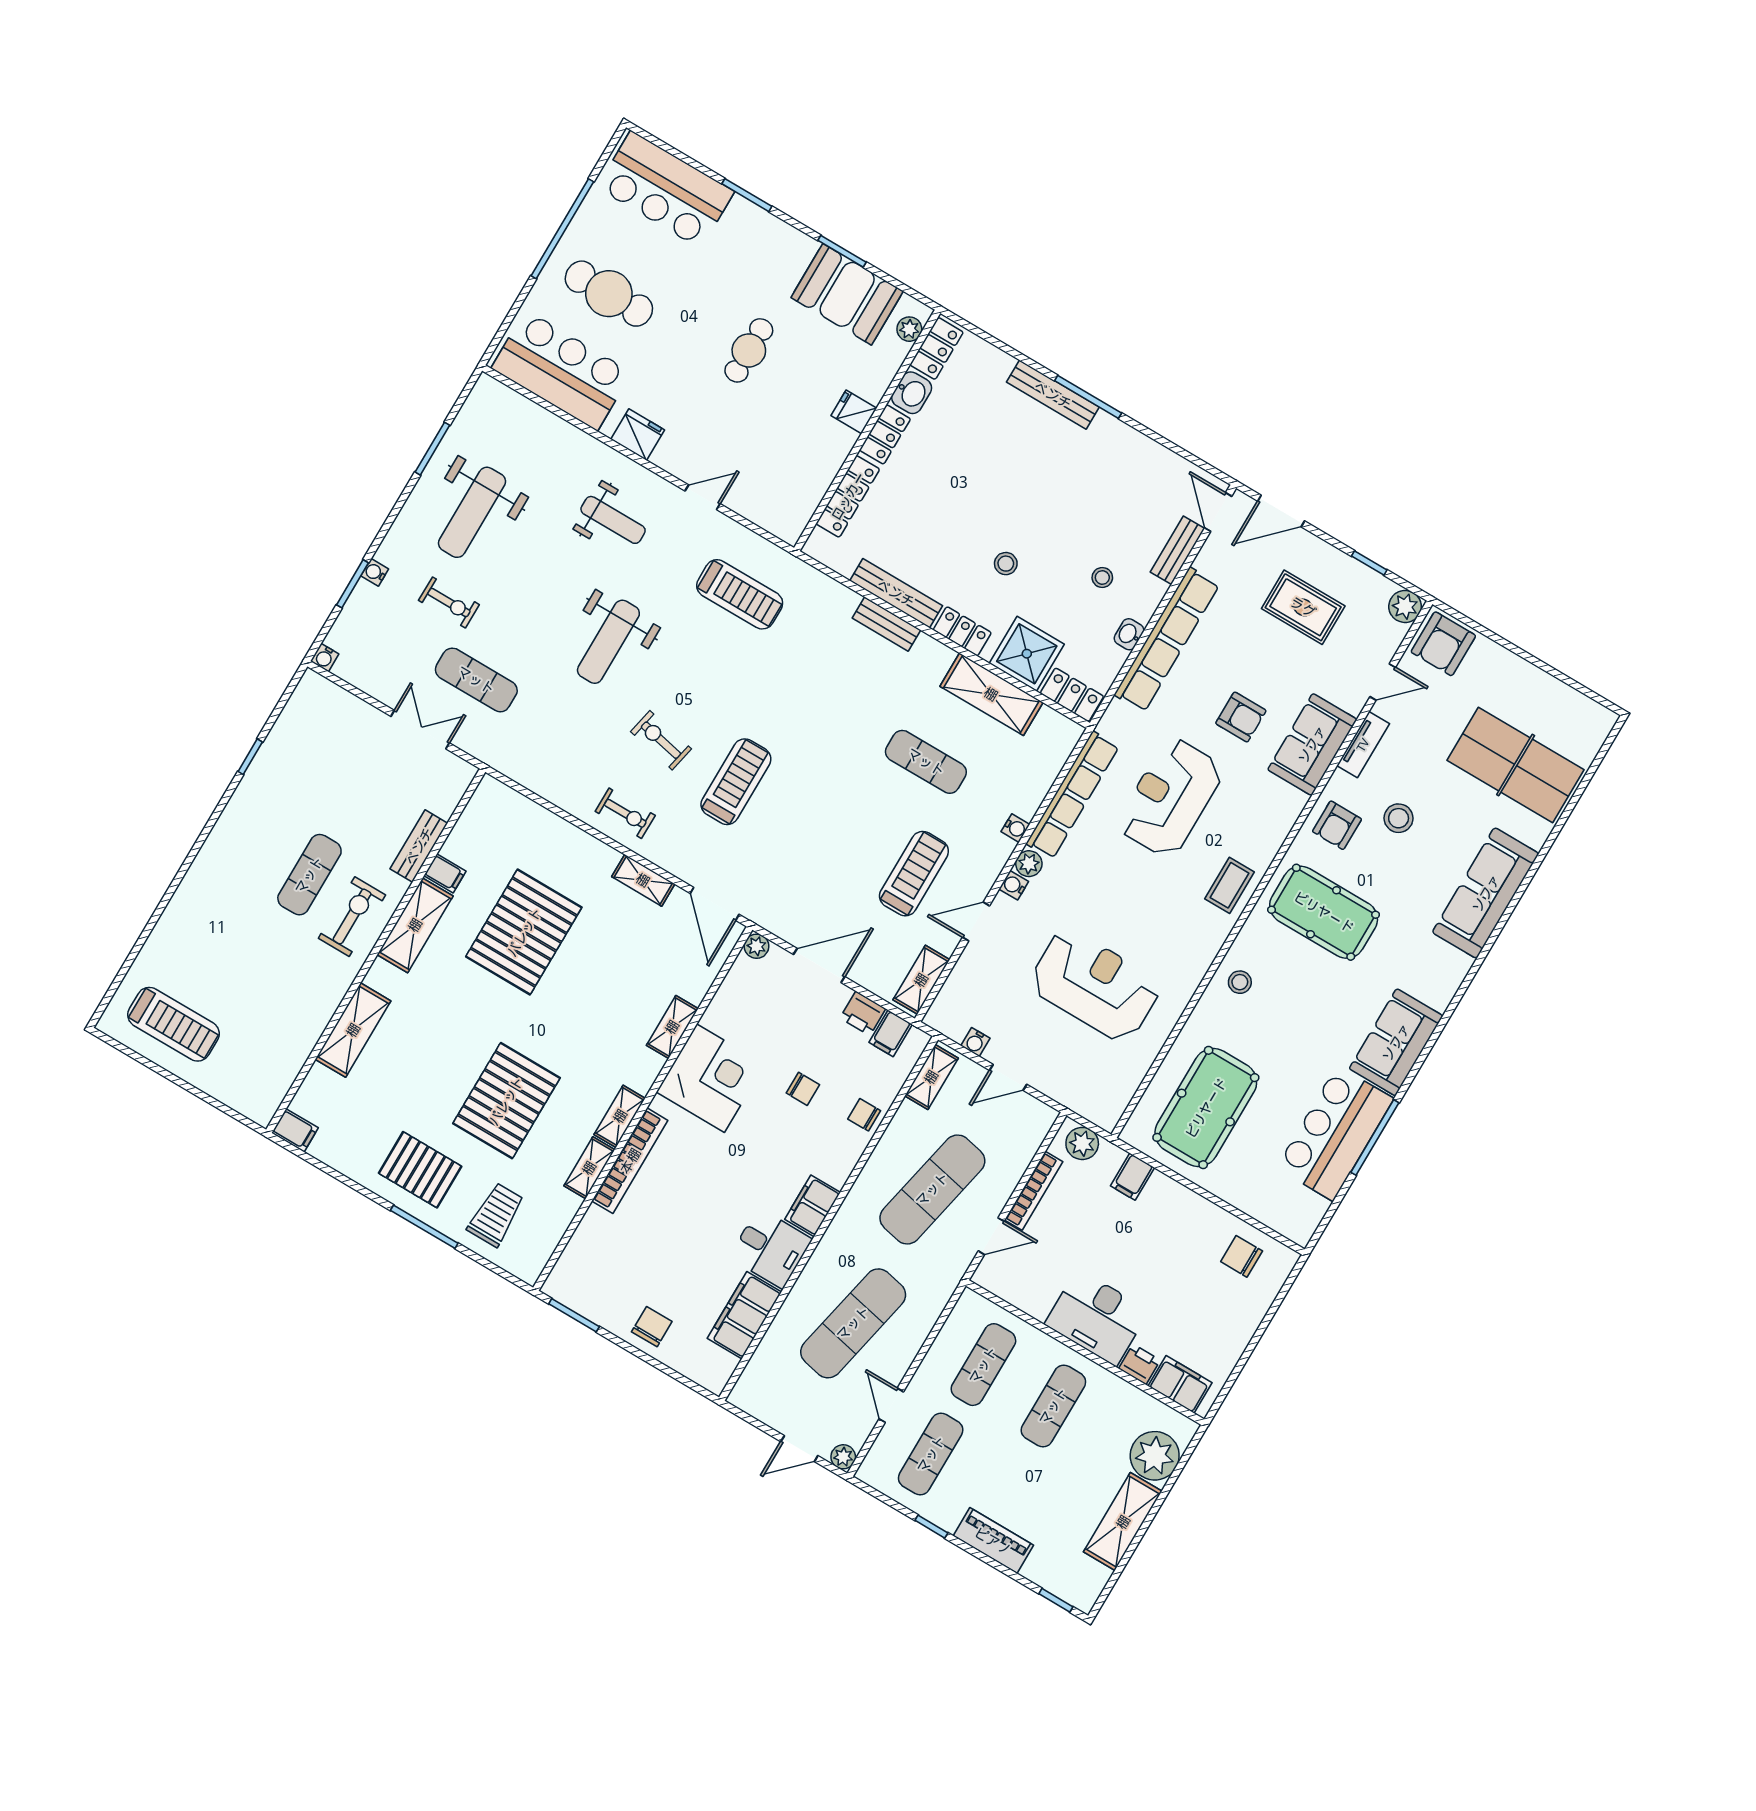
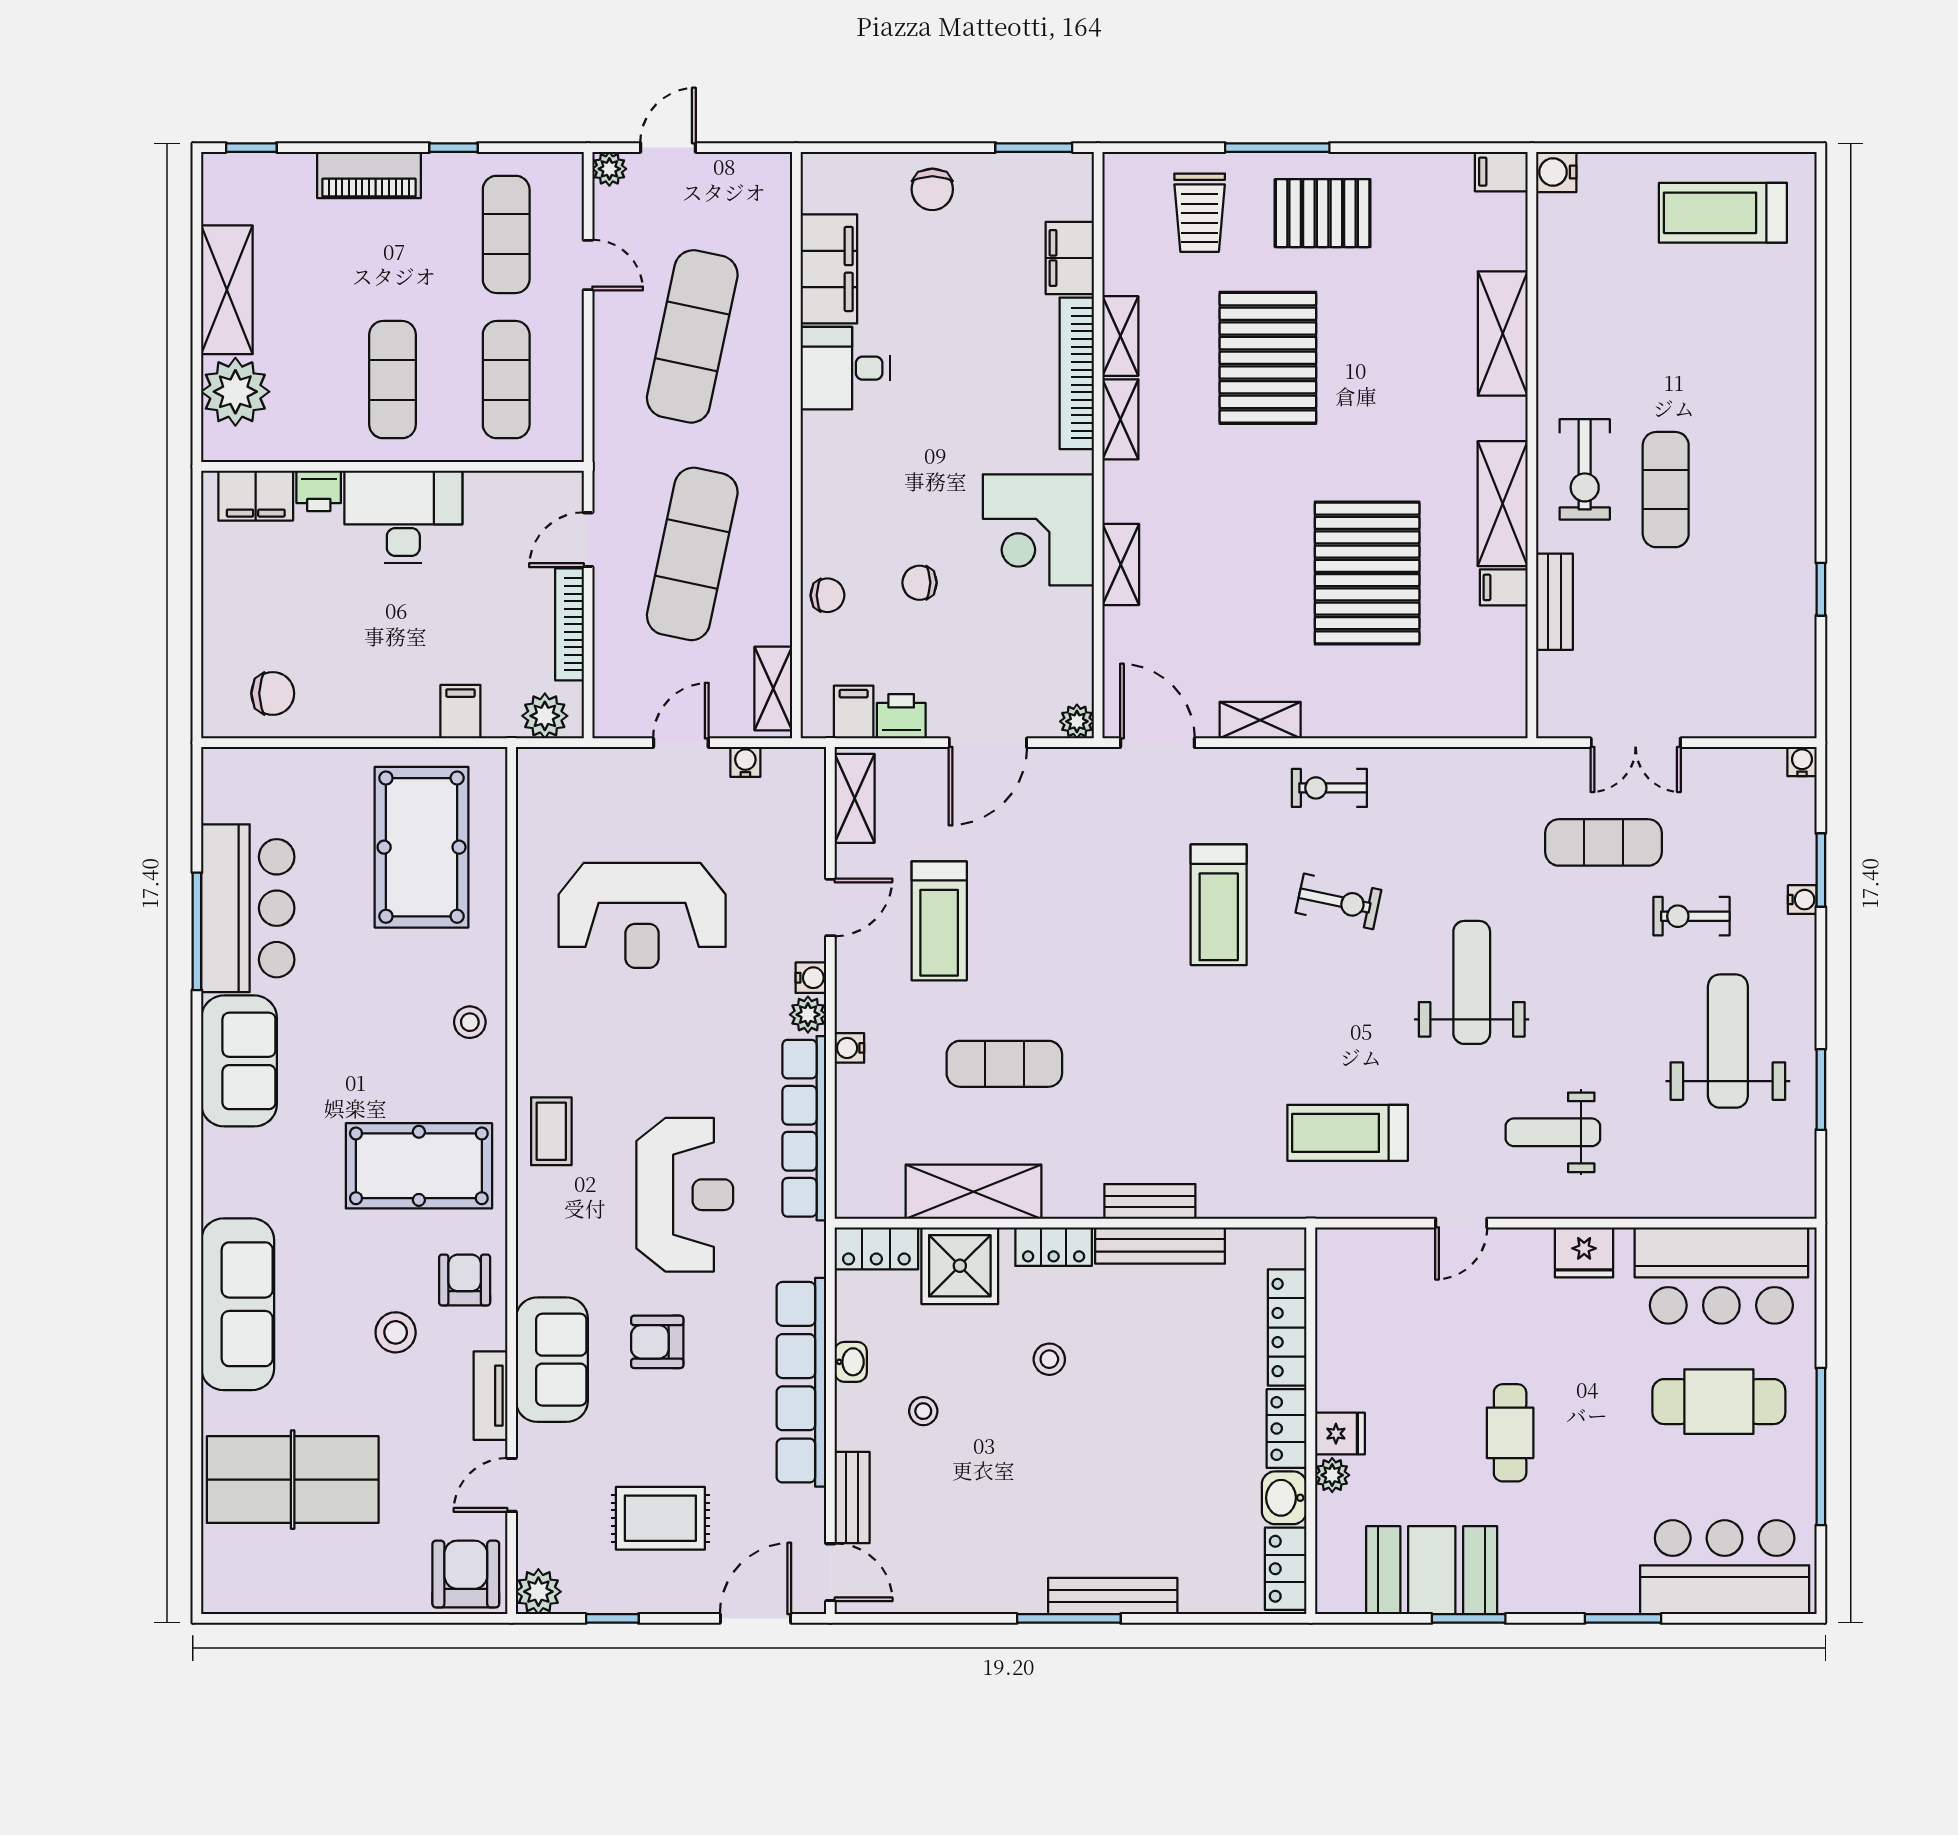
plant: (909, 329) -> (1332, 1475), moved
water cooler: (261, 1110) -> (1556, 172), added
filing cabinet: (813, 1206) -> (1070, 258), moved, turned 180

